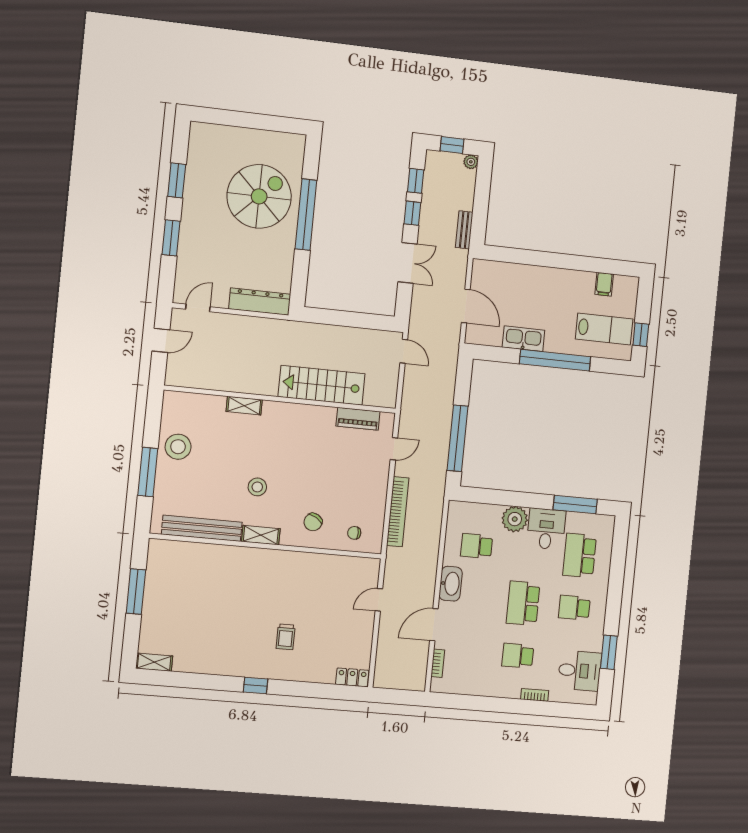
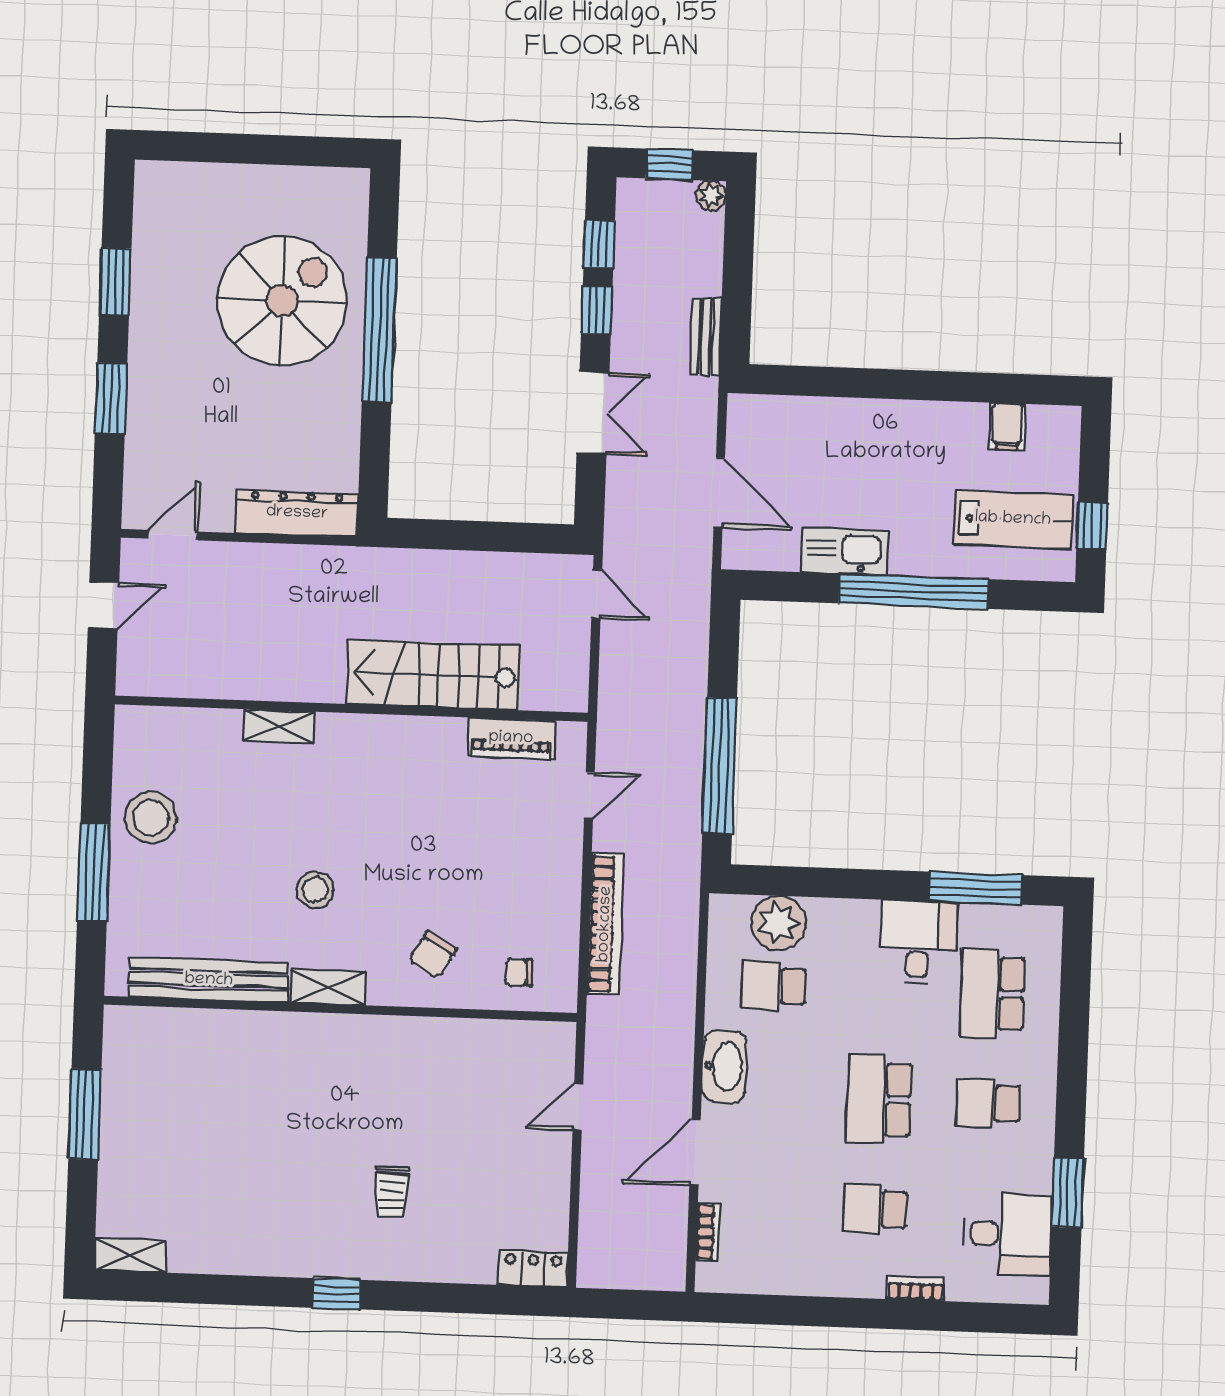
plant: (515, 519) -> (778, 923), moved

